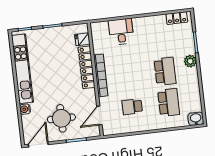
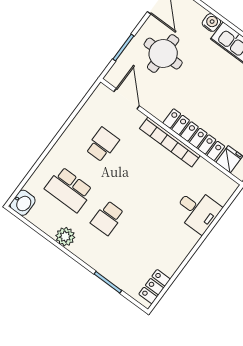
plant: (190, 61) -> (65, 237), moved
school desk: (165, 71) -> (108, 218), width x0.54

